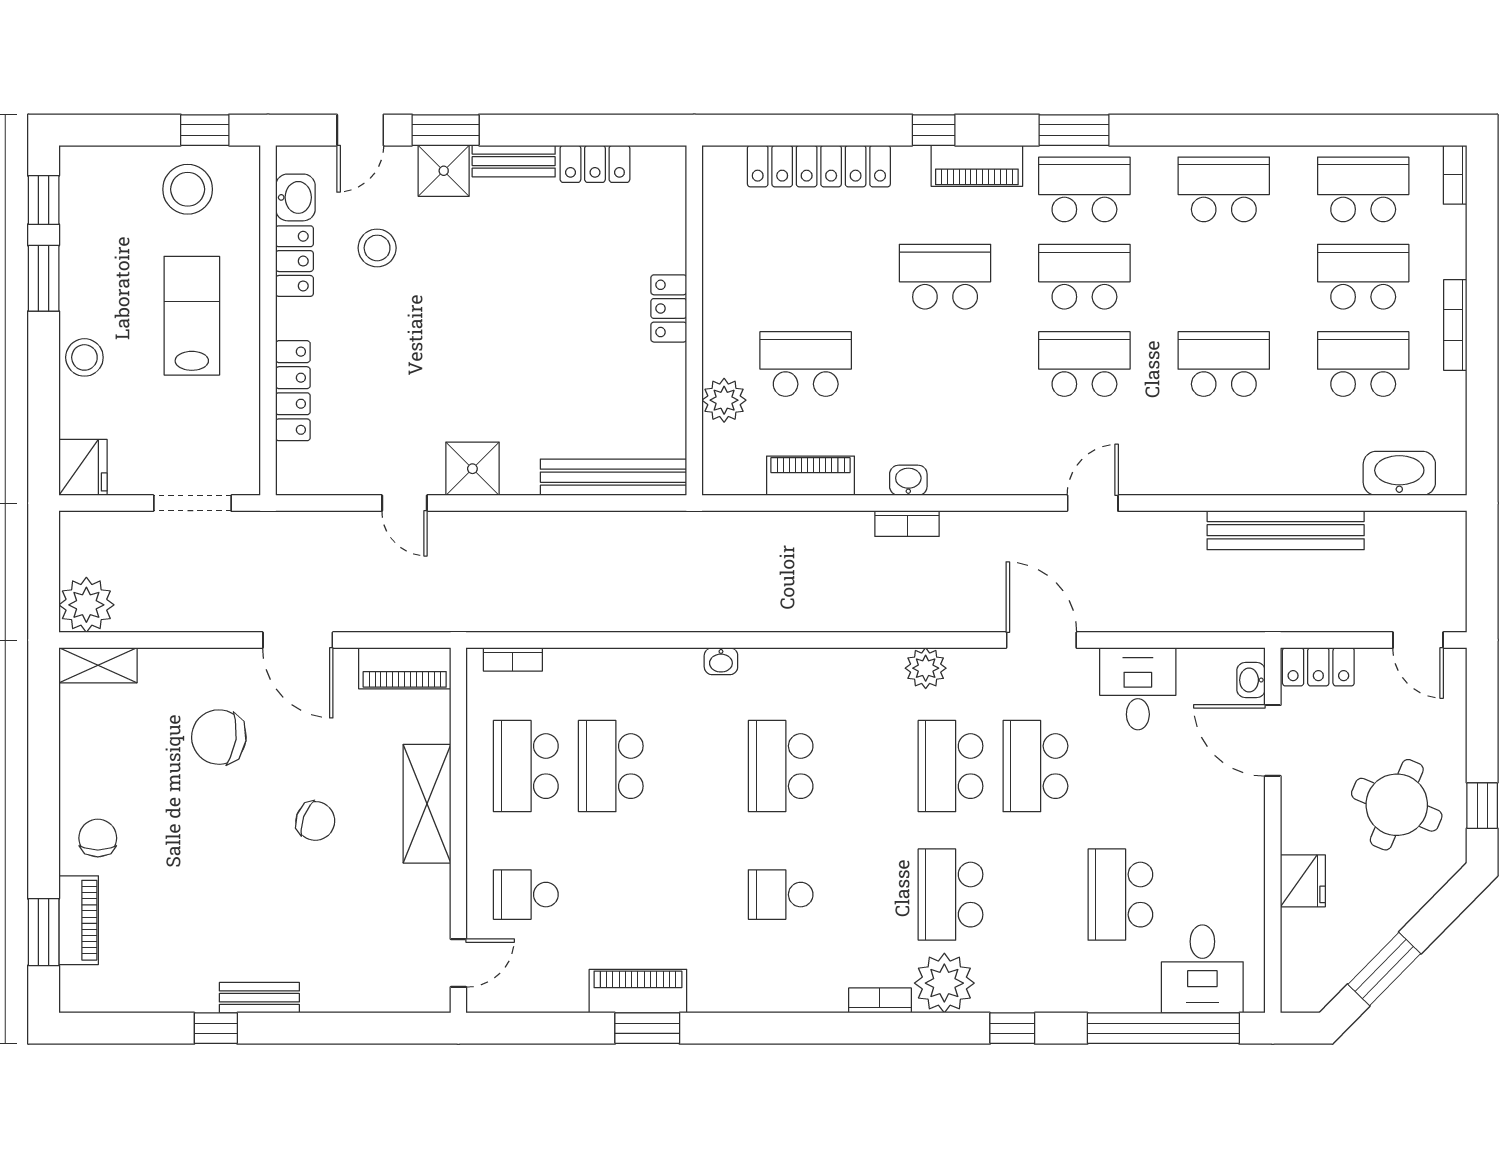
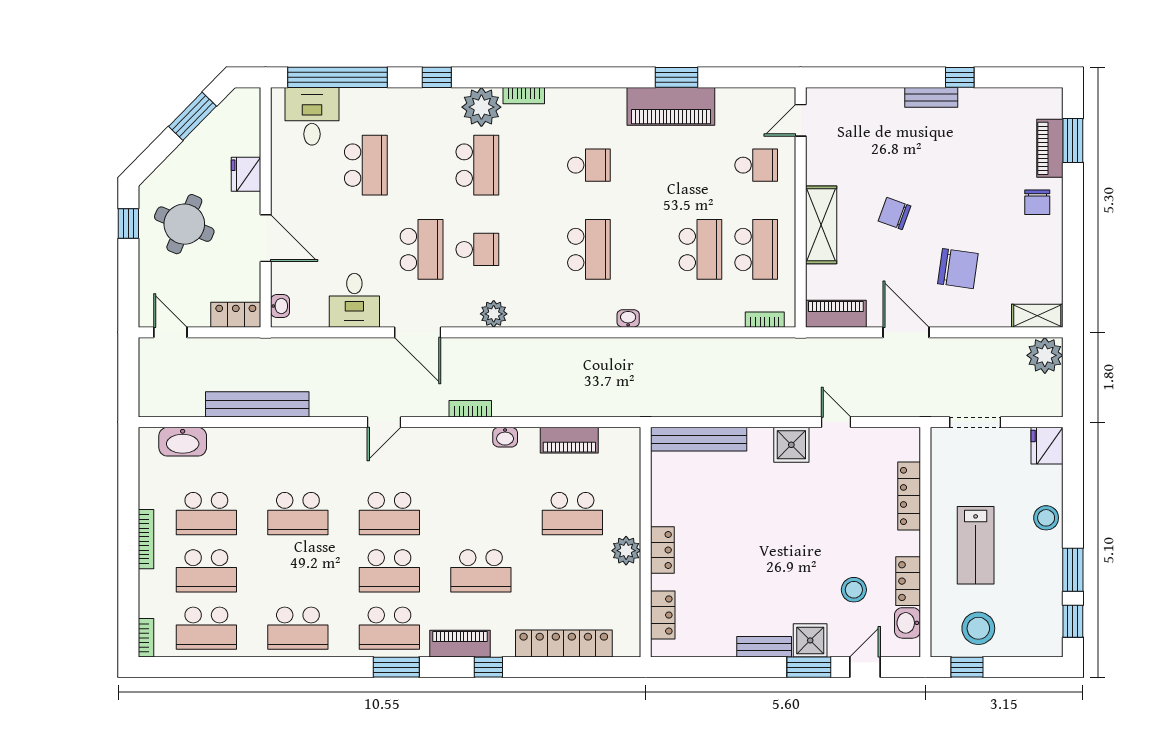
locker: (595, 164) -> (663, 615), moved, turned 90
plant: (724, 400) -> (626, 551), moved
bookcase: (907, 524) -> (470, 409), moved
door: (1273, 740) -> (266, 238), moved
school desk: (951, 766) -> (477, 249), width x0.54
piano: (638, 991) -> (671, 106), width x1.37, depth x1.33

